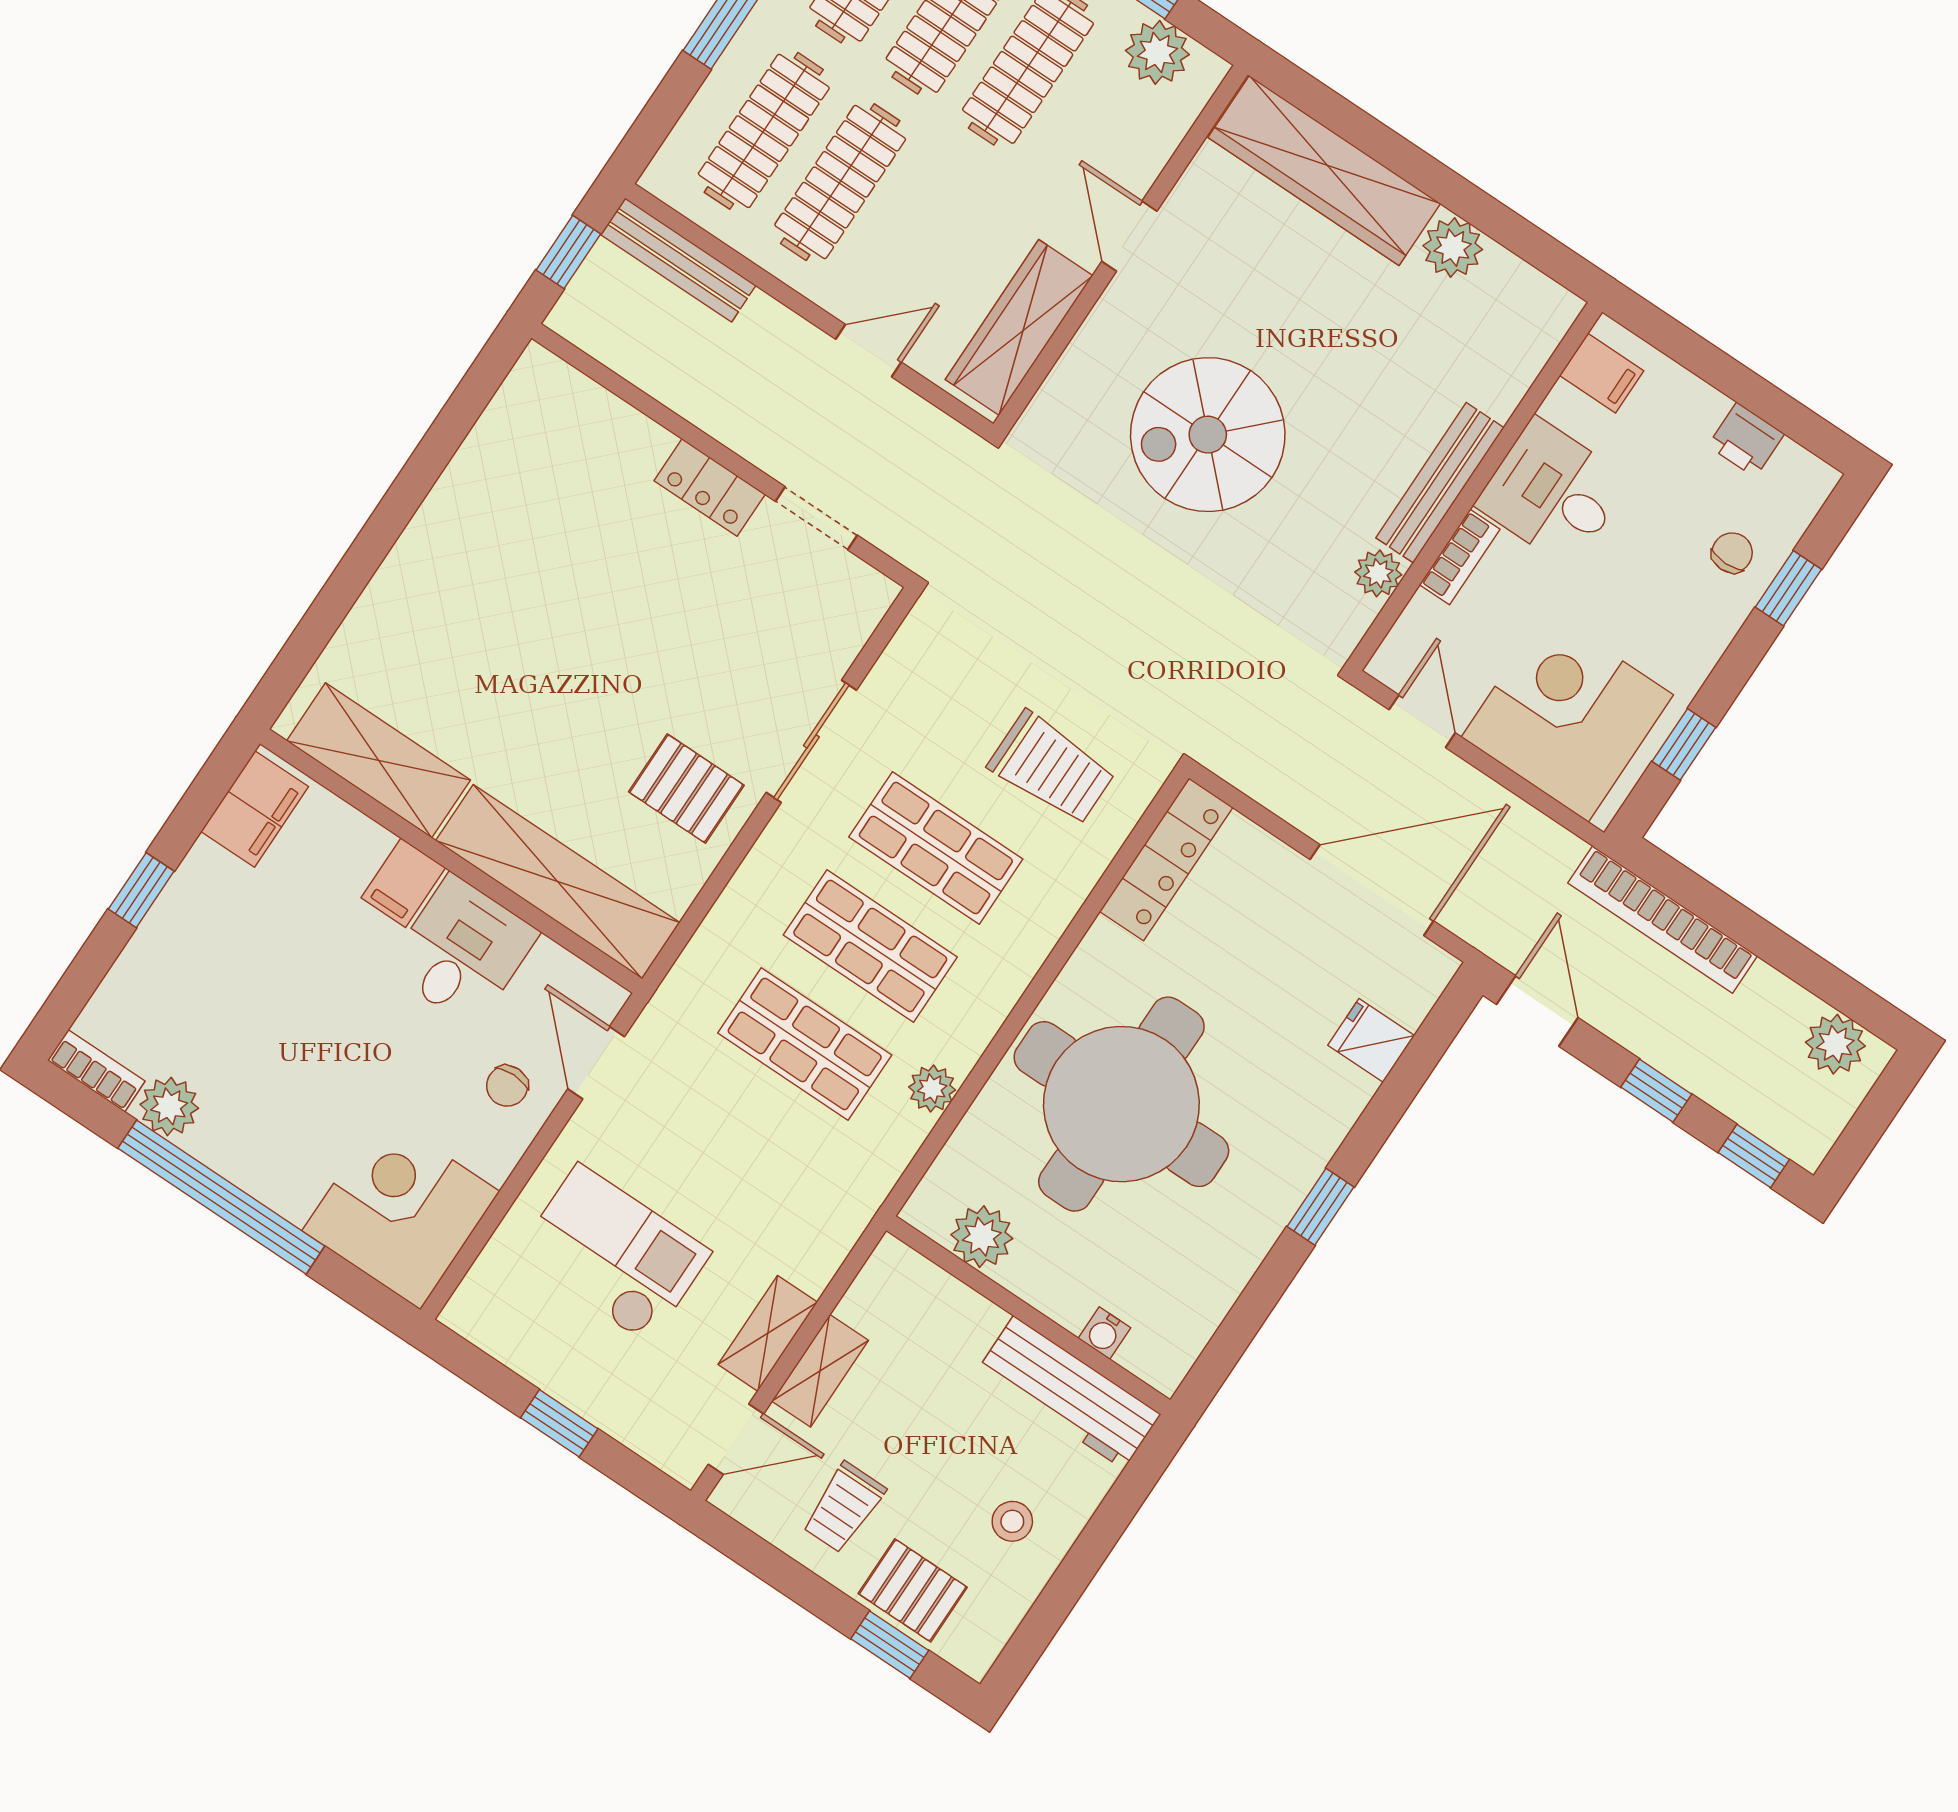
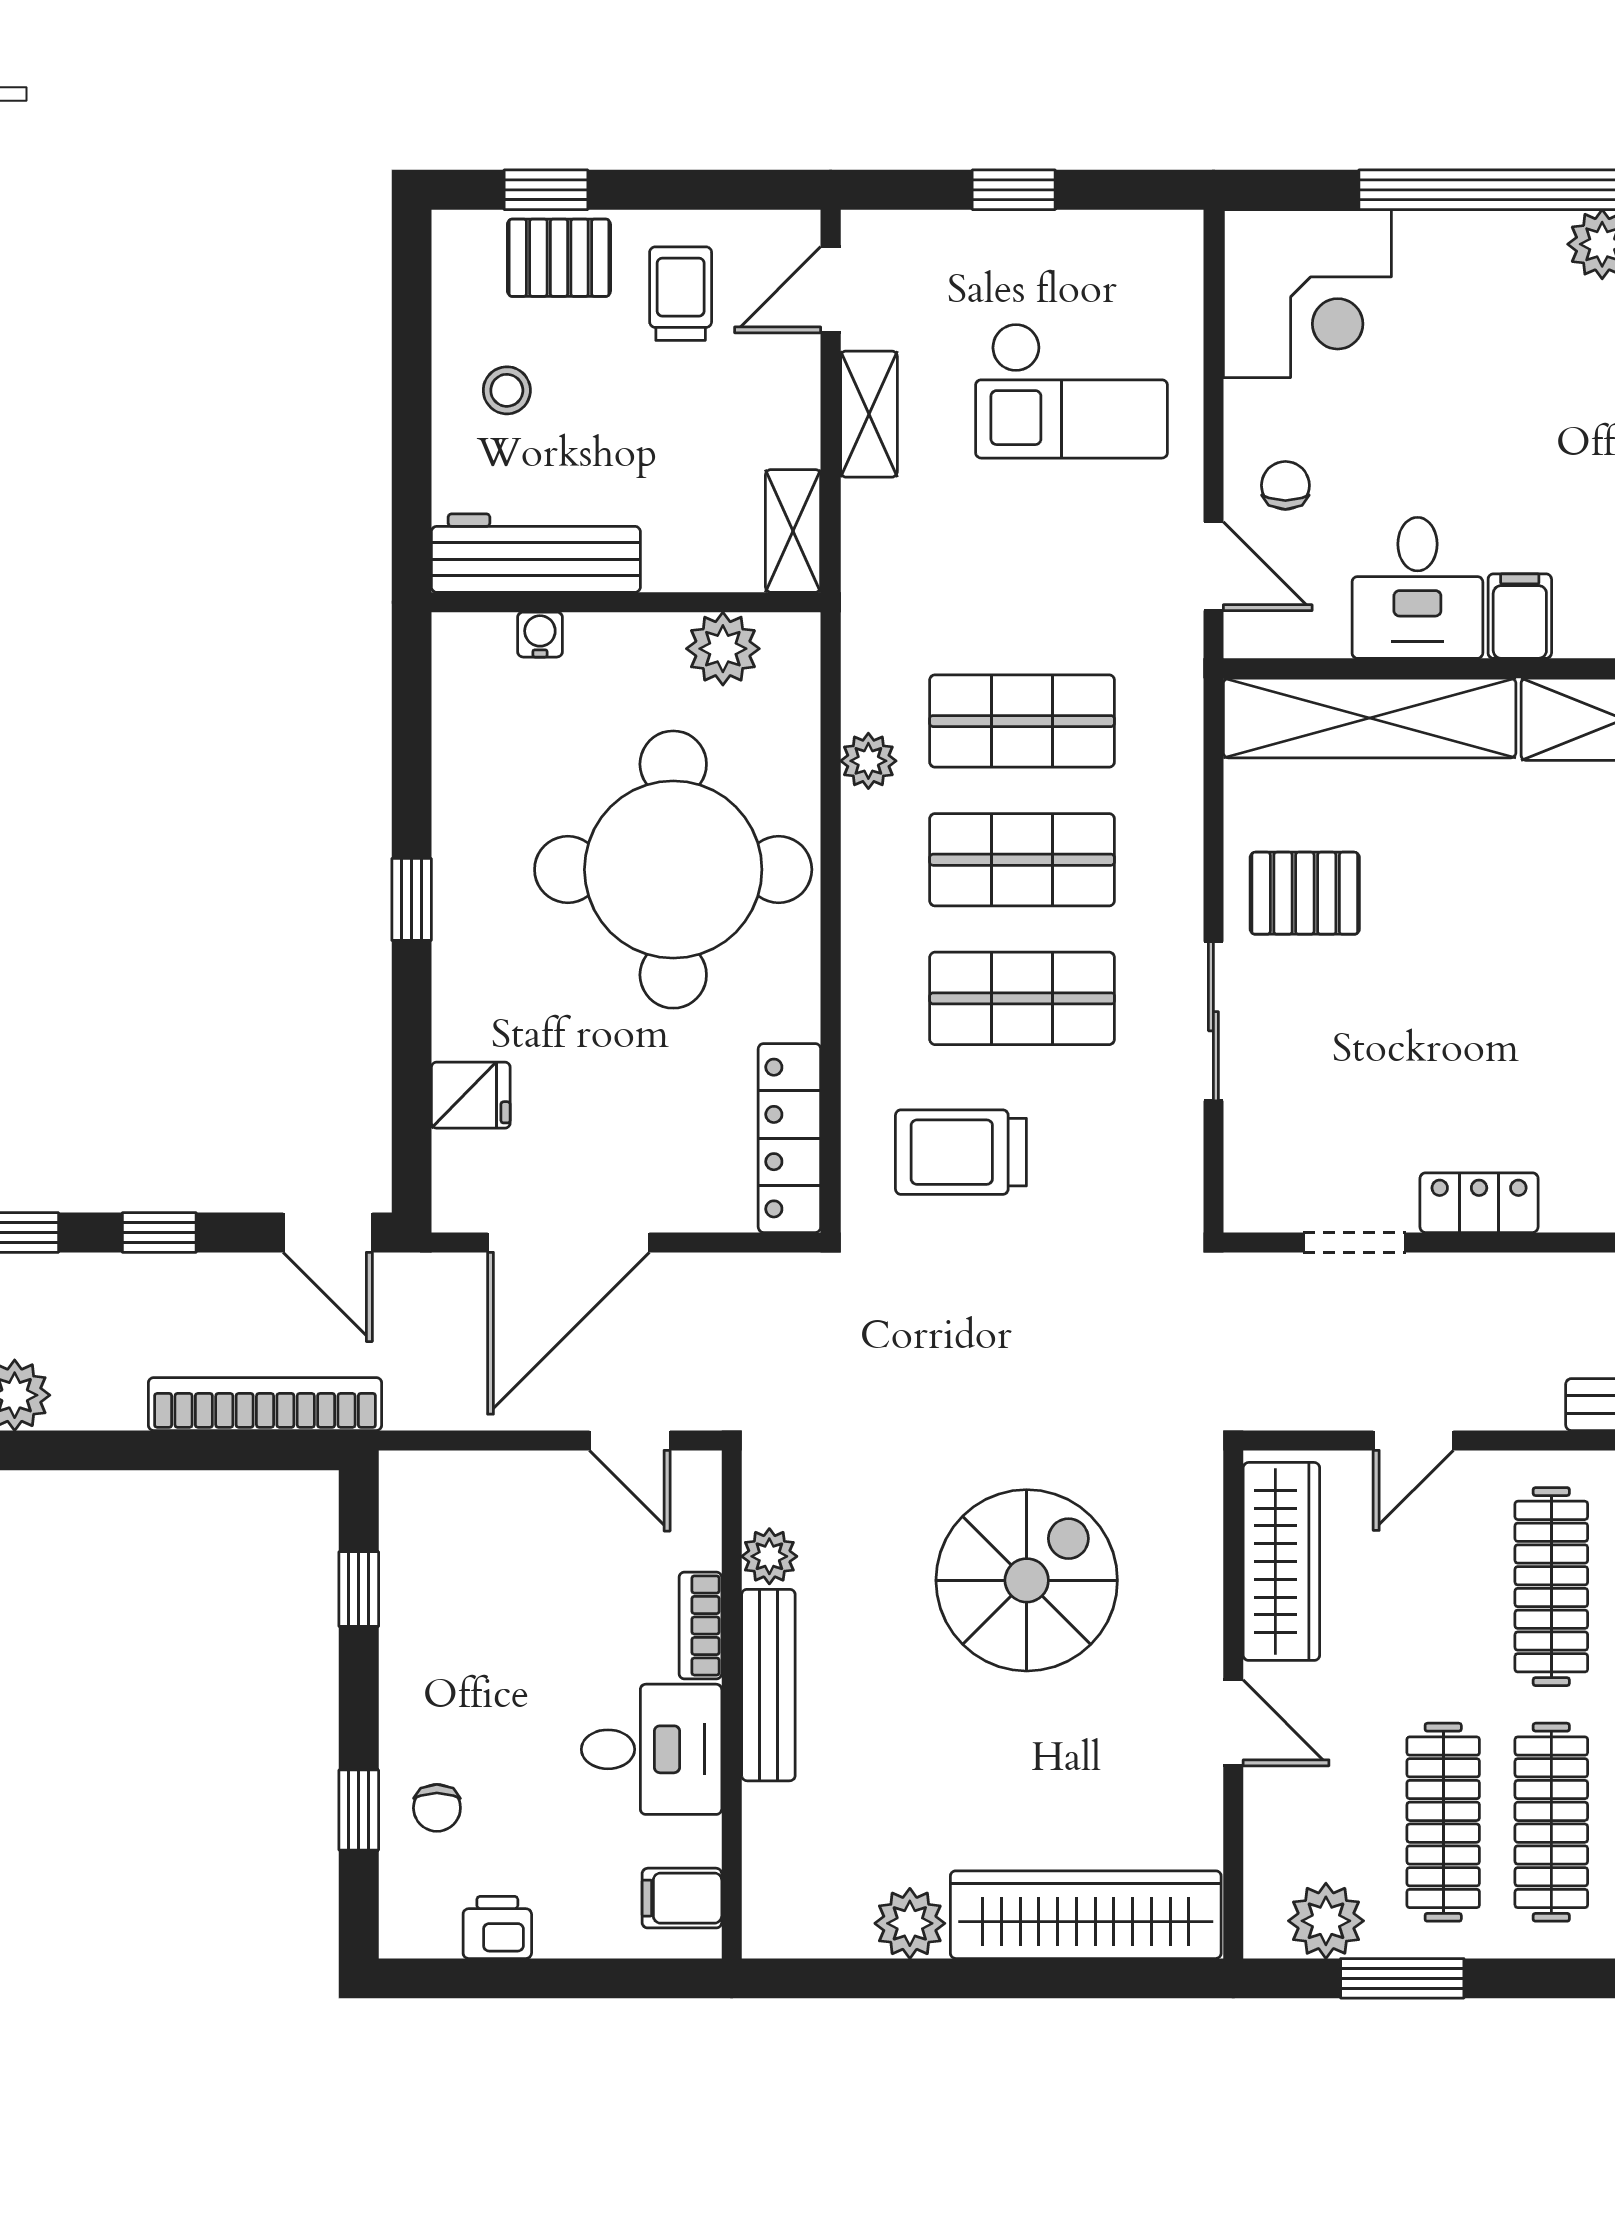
corner desk: (1567, 716) -> (491, 1540), removed
shelving: (820, 1371) -> (793, 531), moved

